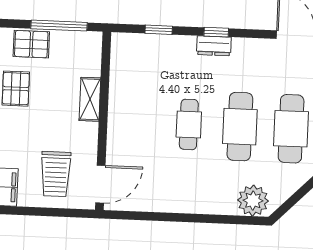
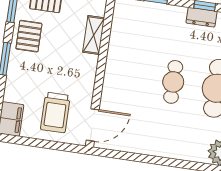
shelving: (90, 99) -> (94, 35), moved

